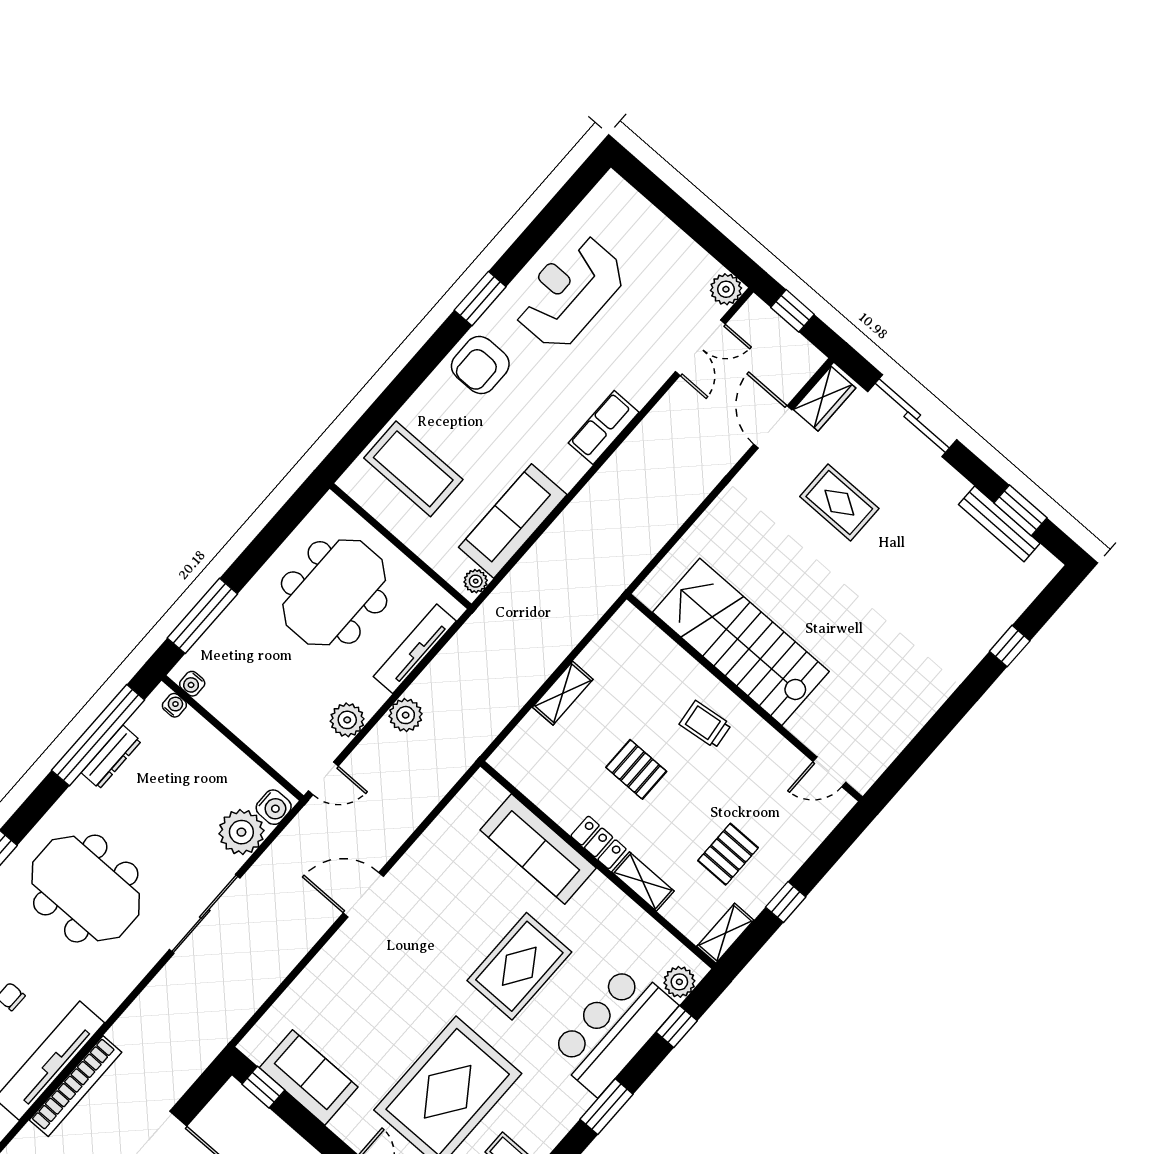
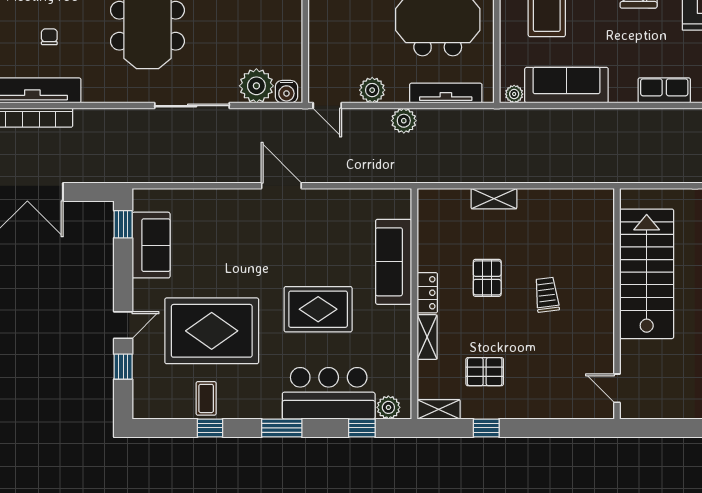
stairs: (741, 642) -> (647, 274), moved
wall: (745, 698) -> (617, 304), moved
door: (829, 772) -> (617, 388), moved

